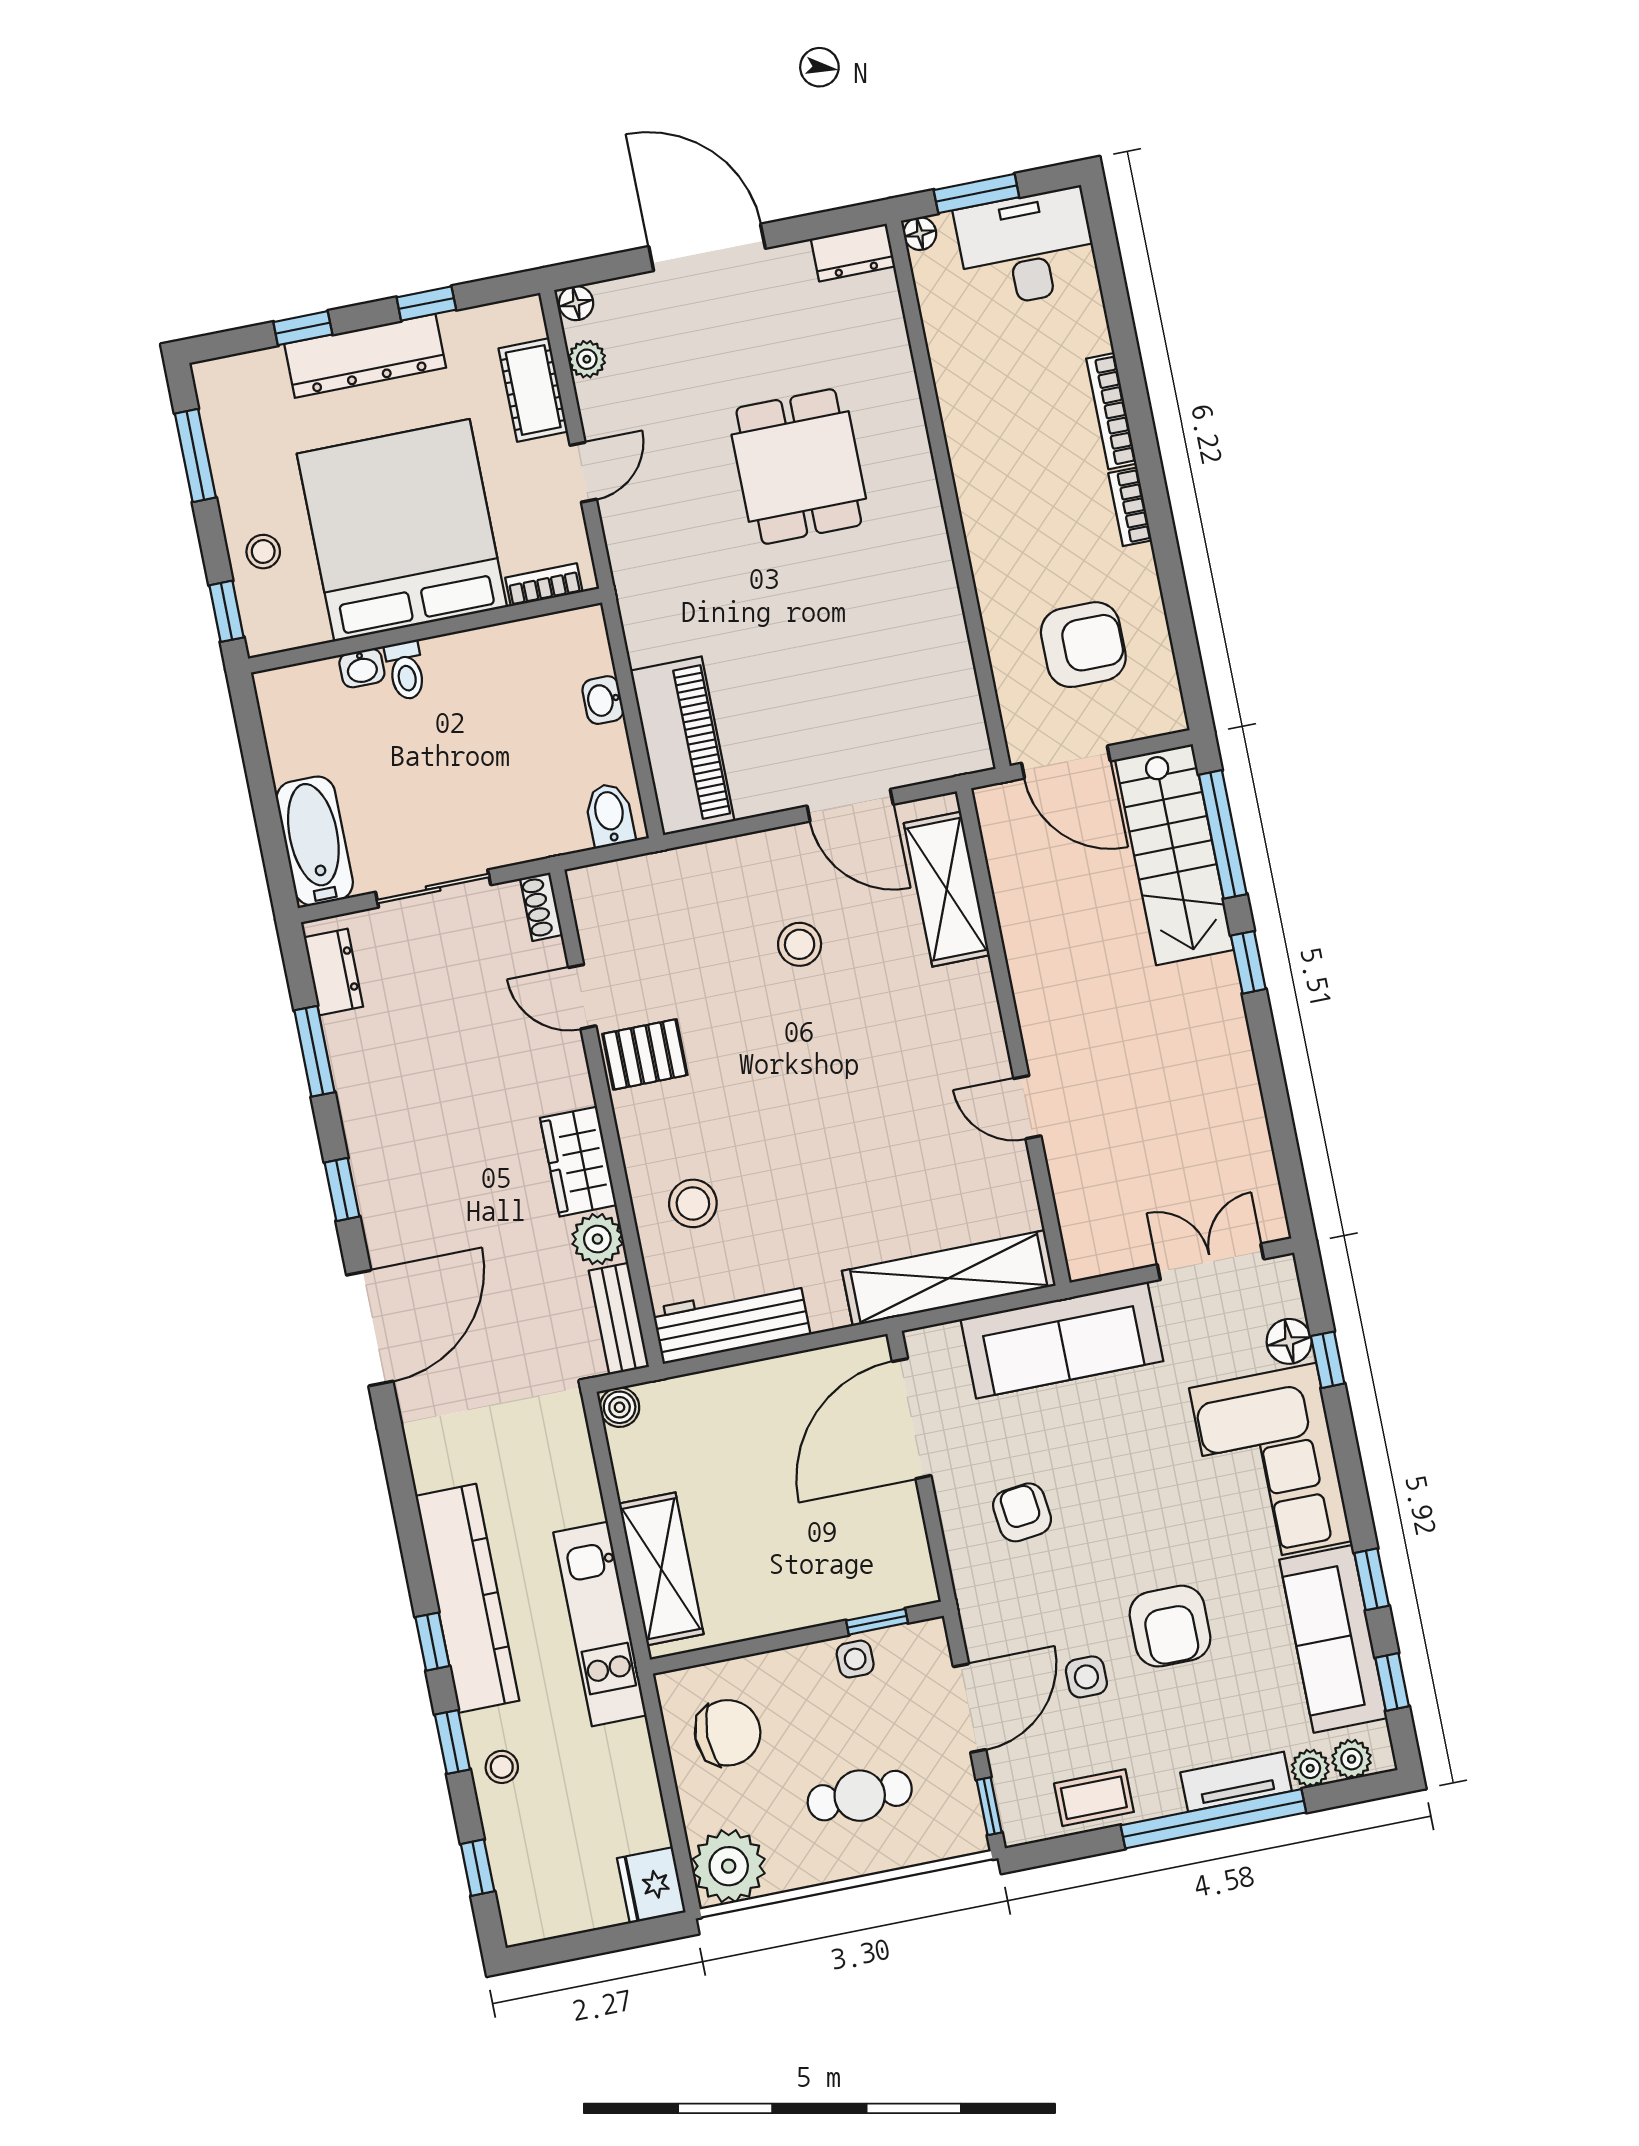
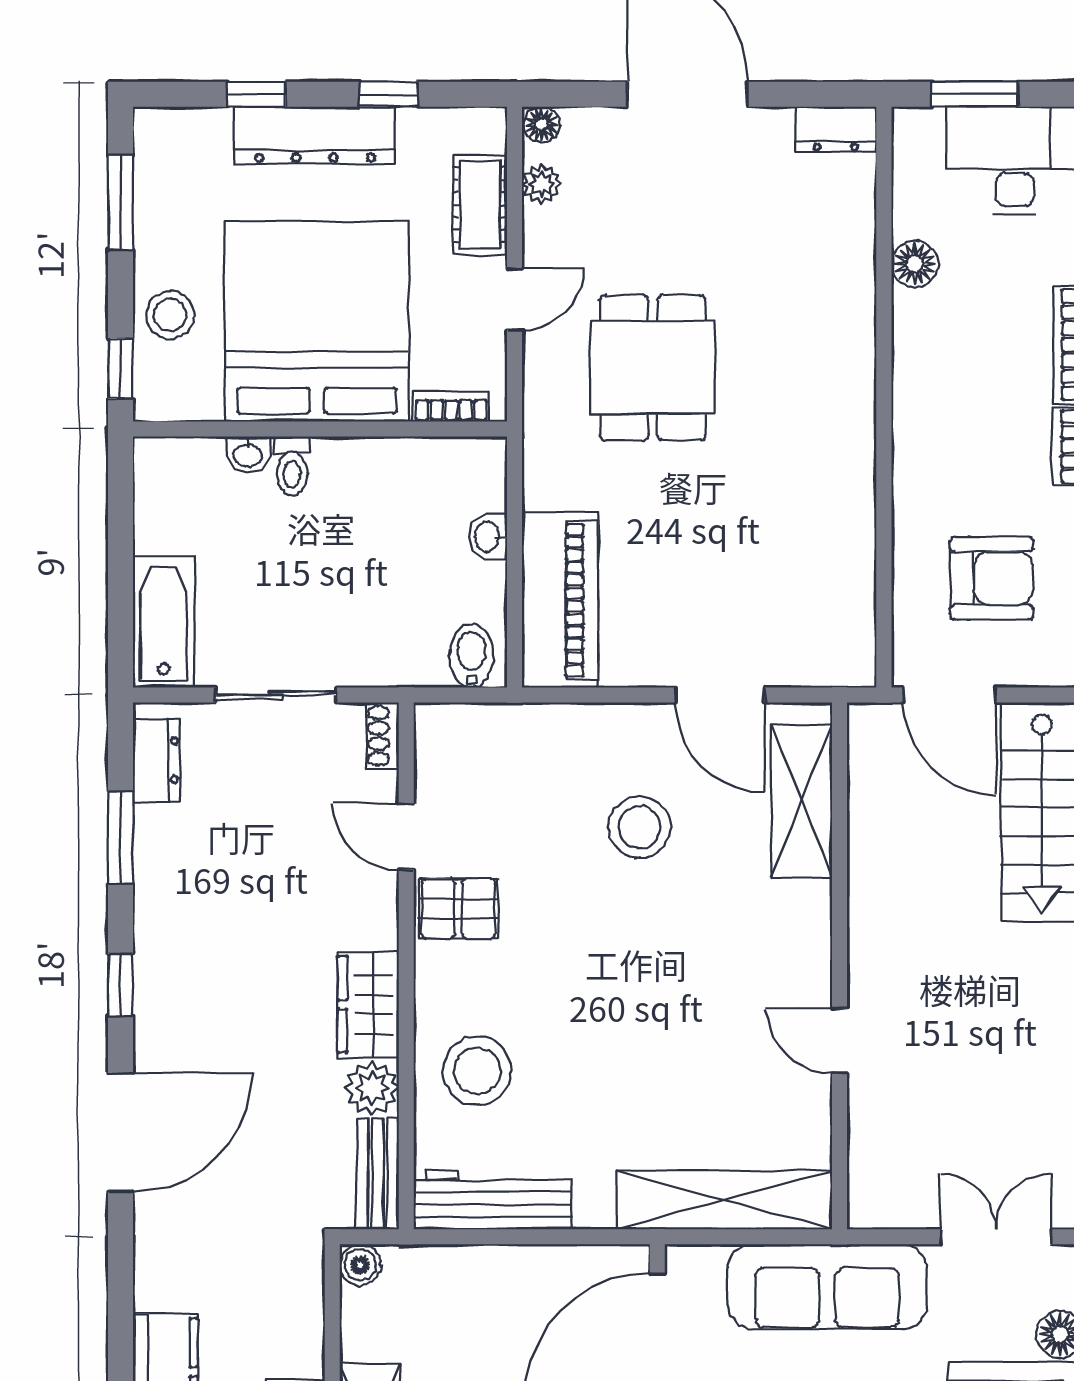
floor lamp: (920, 234) -> (915, 264), moved, width x1.37, depth x1.37
dining table: (799, 467) -> (653, 368), moved
stool: (263, 552) -> (170, 315), width x1.37, depth x1.37
stool: (800, 944) -> (640, 827), width x1.38, depth x1.38
stool: (693, 1203) -> (477, 1071), width x1.38, depth x1.38

